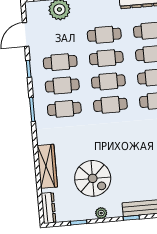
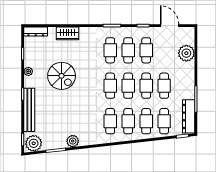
wardrobe: (47, 166) -> (68, 33), width x0.67
spiral stairs: (93, 178) -> (62, 76), moved, turned -90

